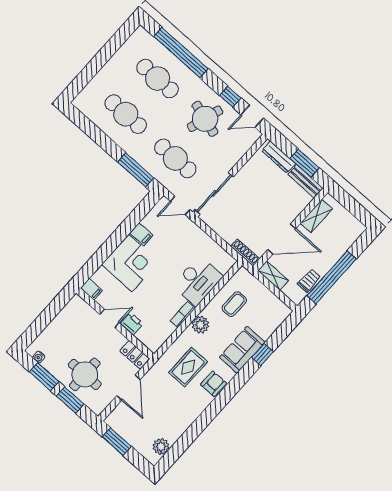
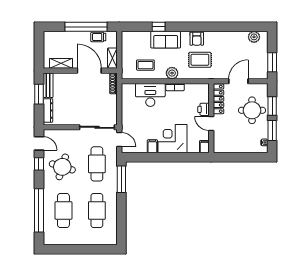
locker: (135, 355) -> (218, 99), width x1.53
armchair: (214, 384) -> (197, 39), turned -90

